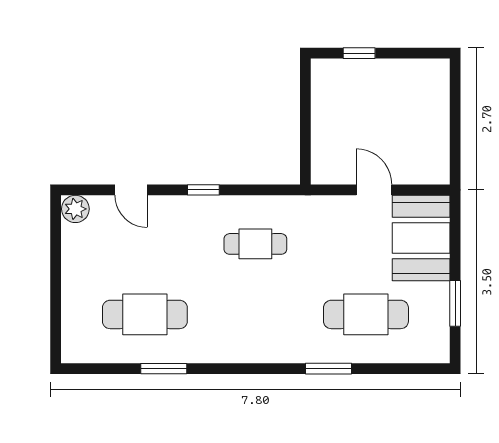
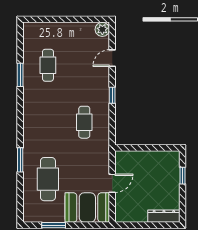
dresser: (438, 89) -> (164, 216), added
cafe table: (145, 314) -> (48, 65), width x0.73, depth x0.74

